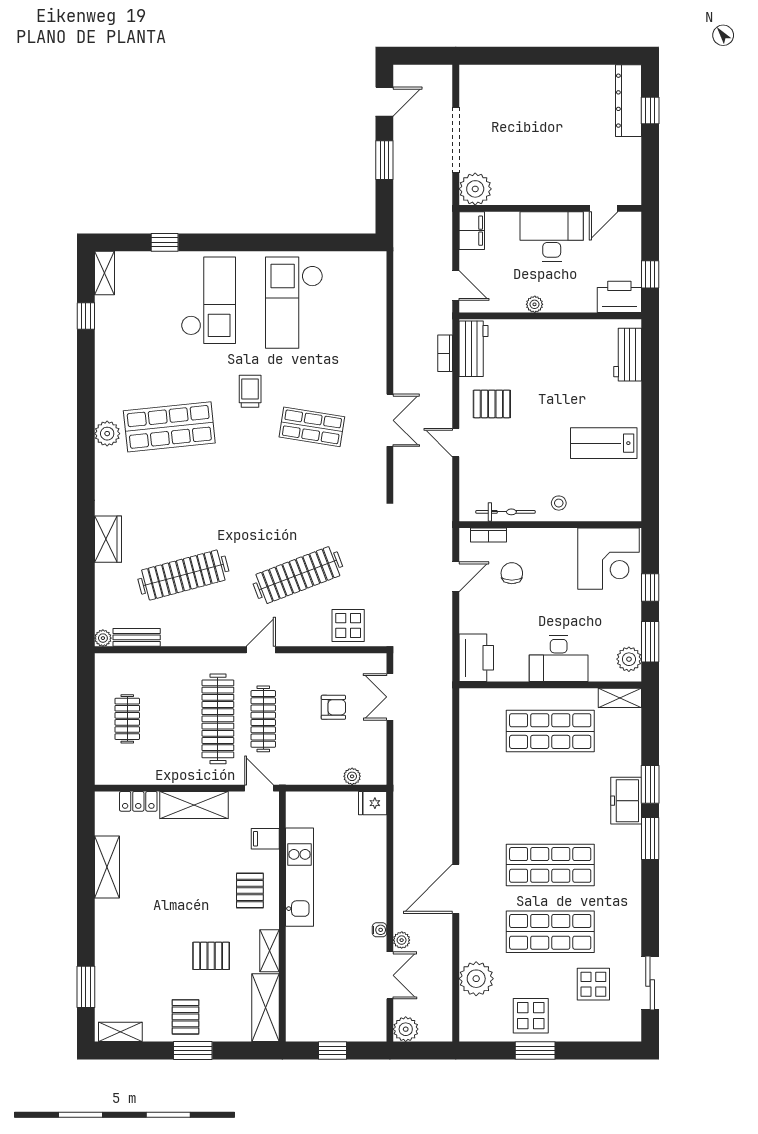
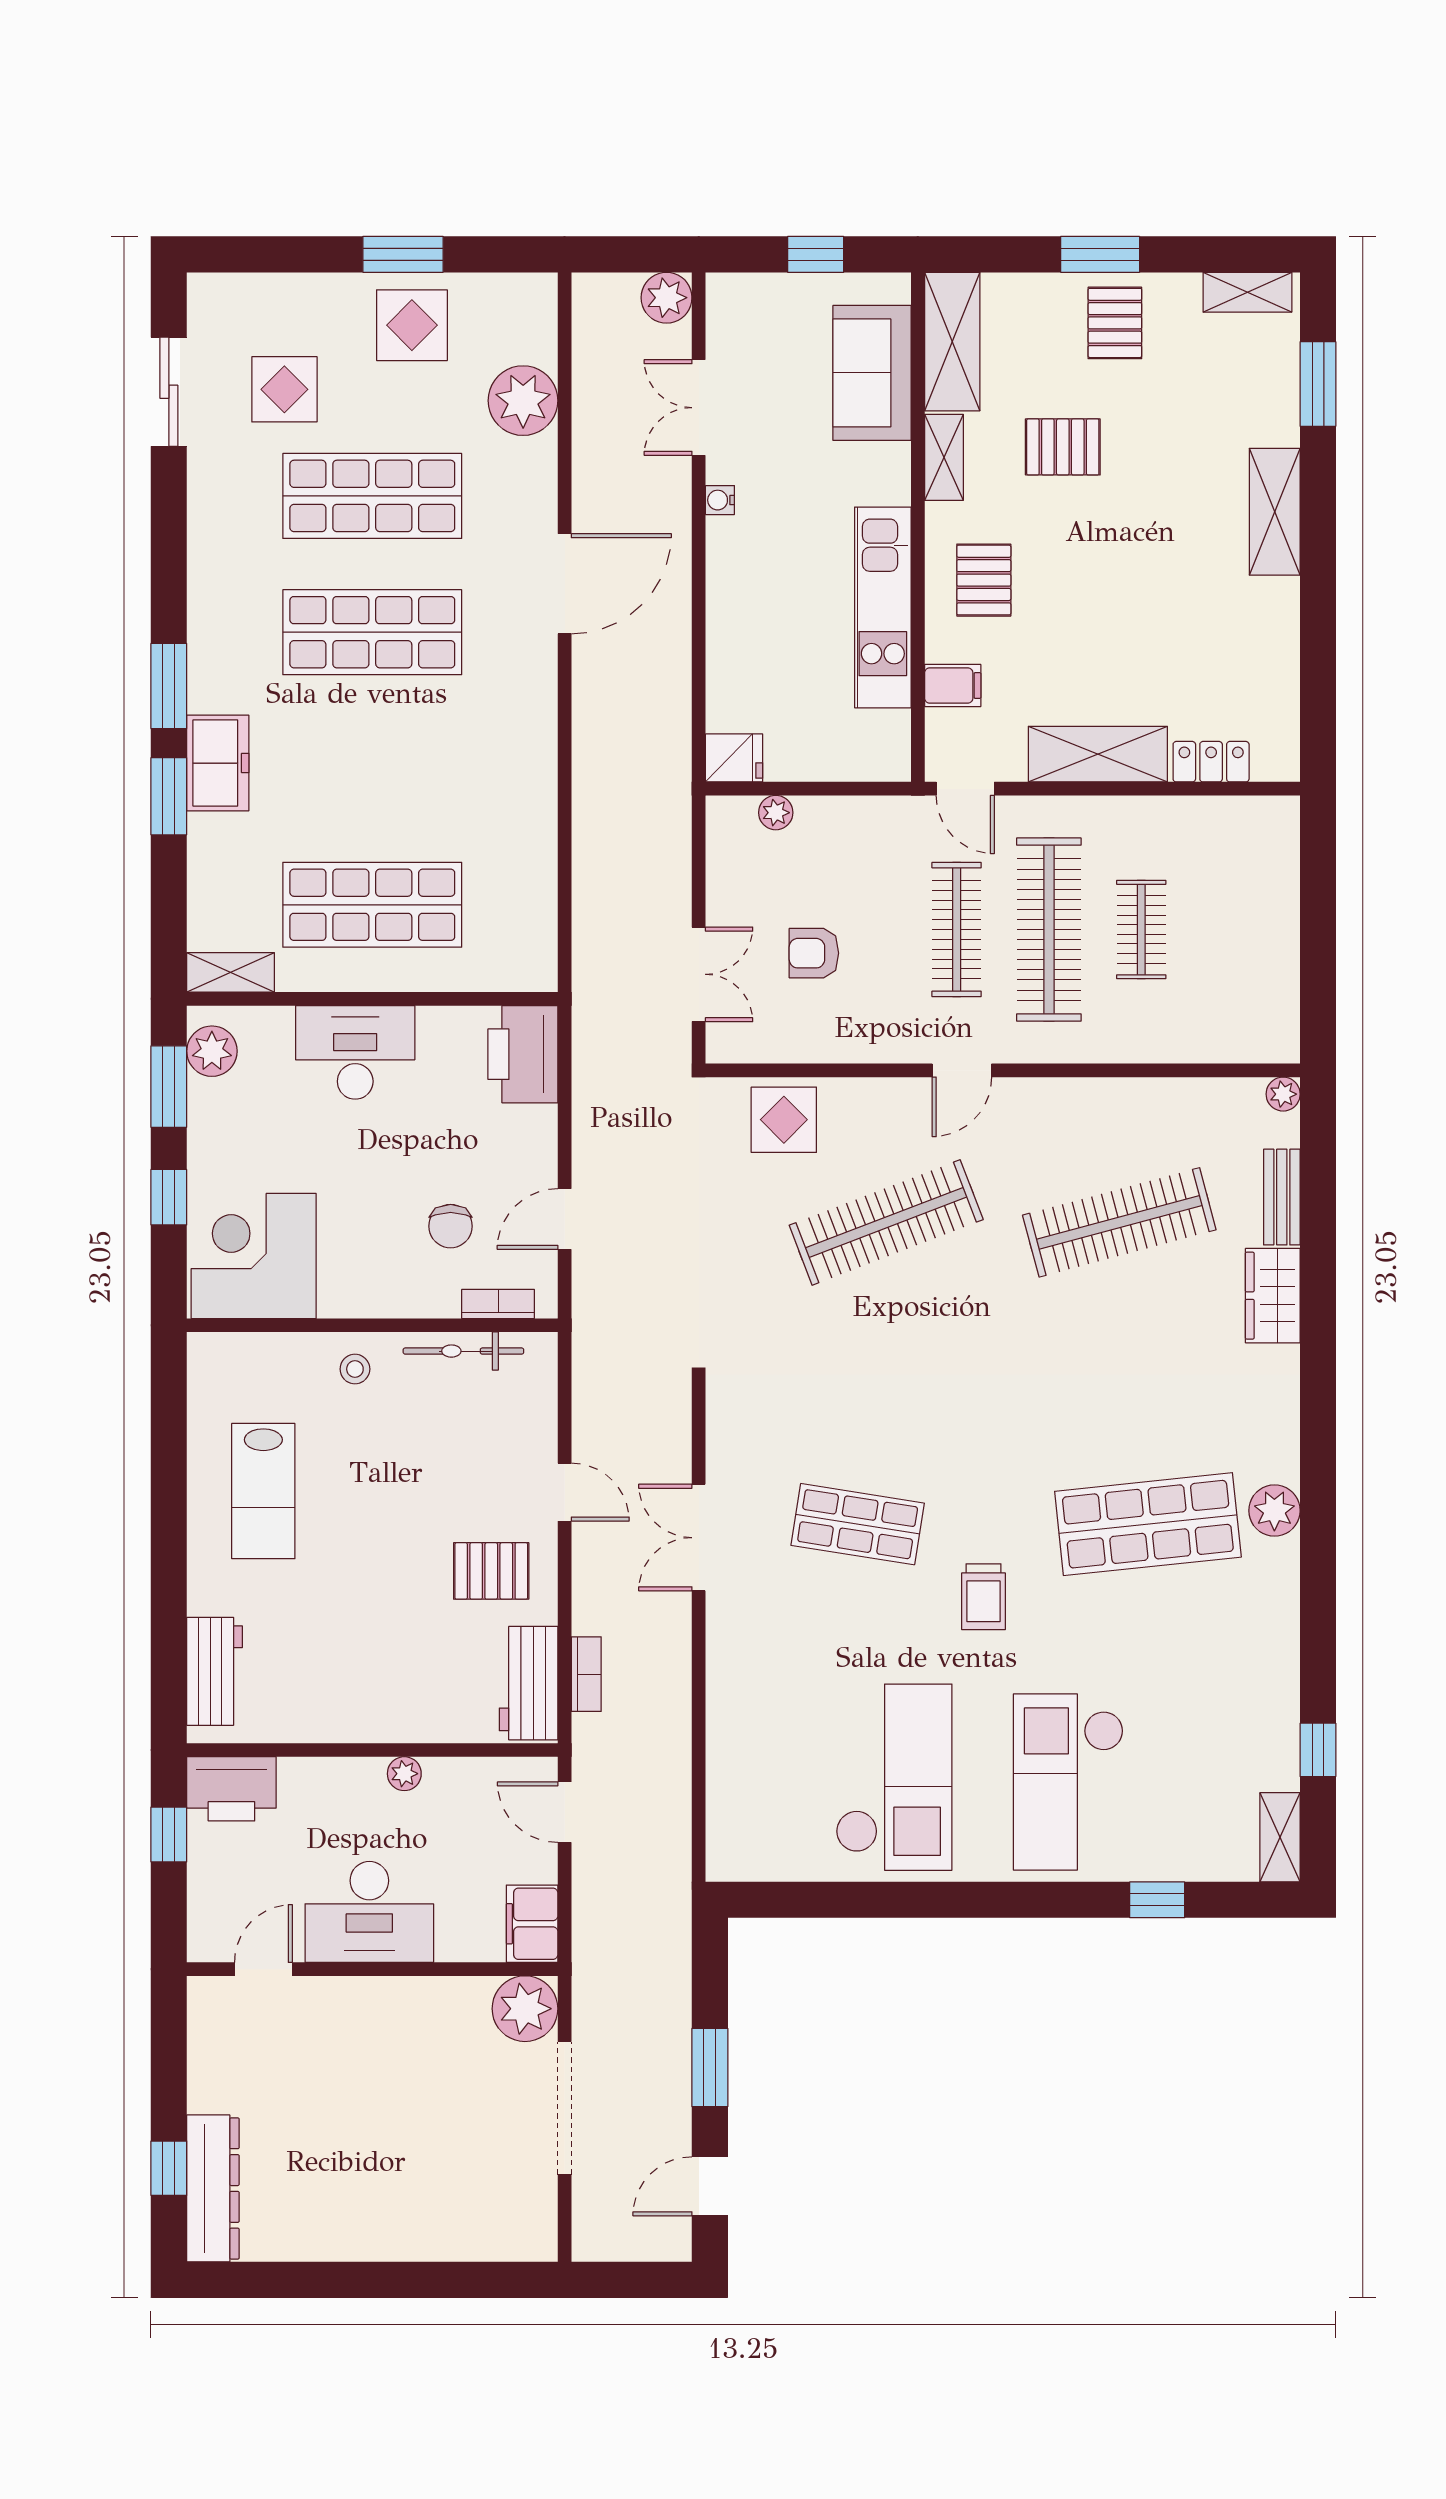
lab bench: (604, 443) -> (263, 1491), turned 90
bench: (137, 637) -> (1282, 1197), moved, turned 90
clothes rail: (127, 719) -> (1141, 930), moved
shelving: (107, 867) -> (1275, 512), moved
plant: (402, 940) -> (675, 479), removed
sofa: (305, 992) -> (872, 373), added

